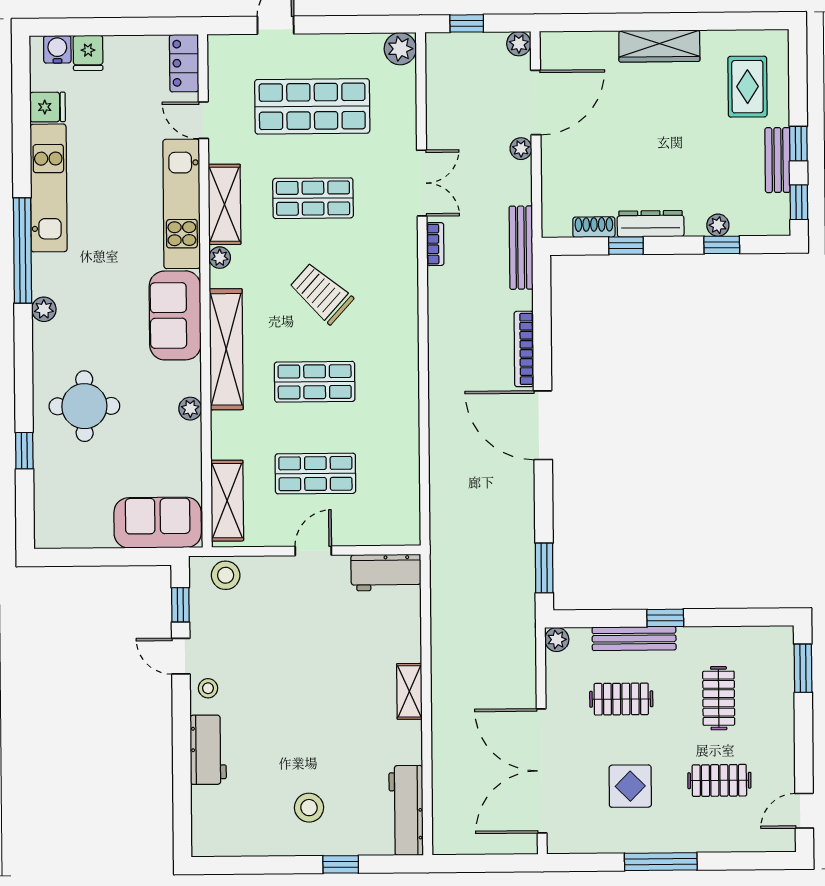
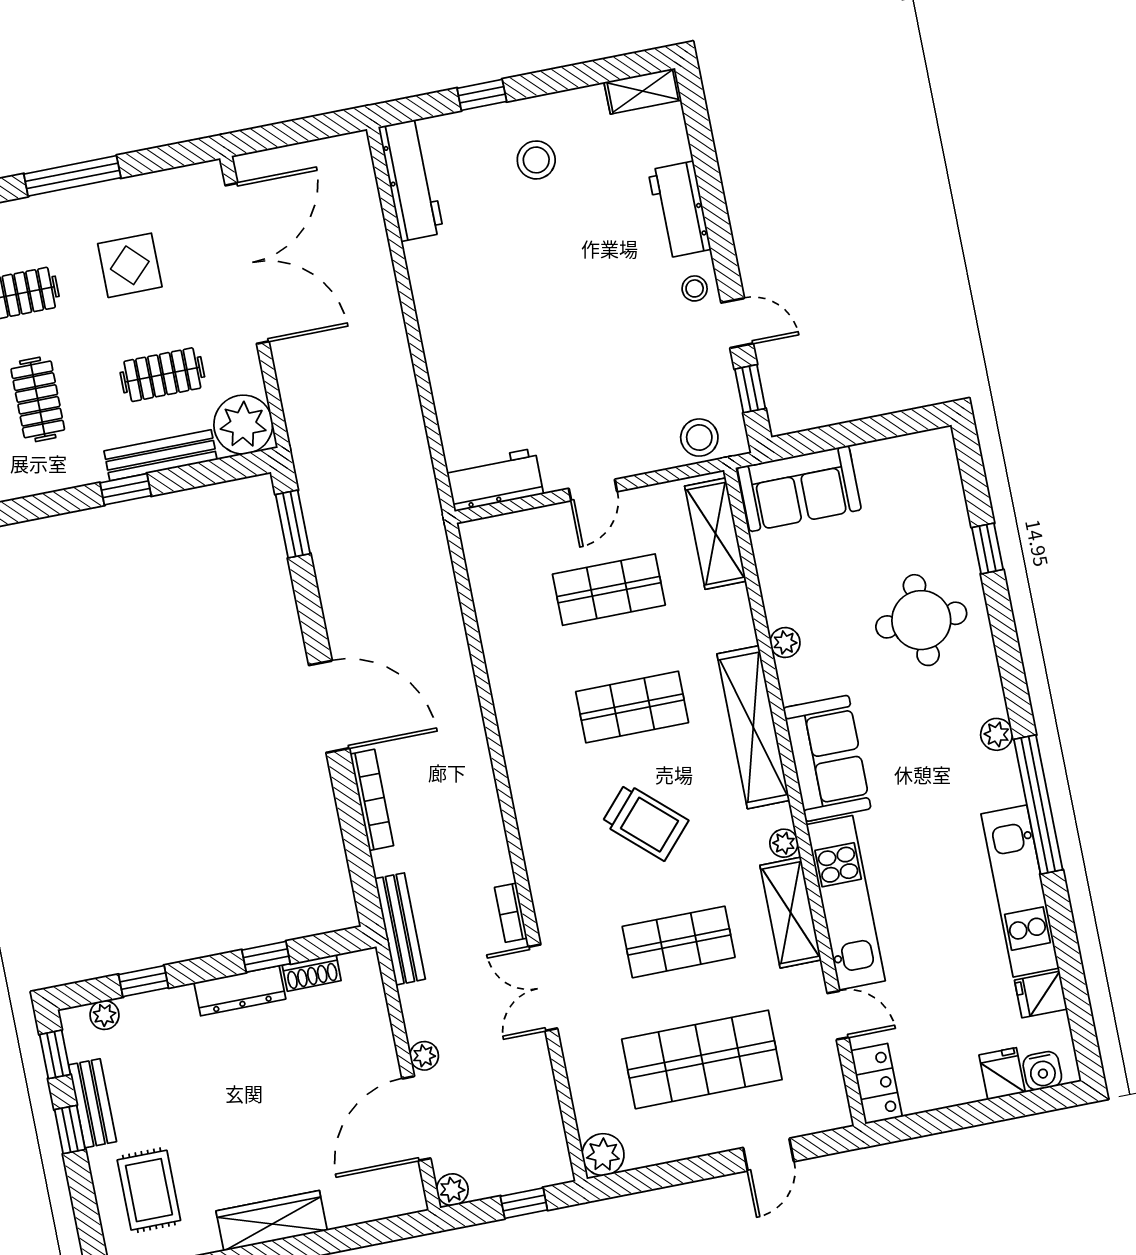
plant: (718, 225) -> (104, 1015), moved
plant: (557, 640) -> (243, 425), width x1.88, depth x1.88
shelving: (409, 691) -> (643, 91), moved, turned 90

